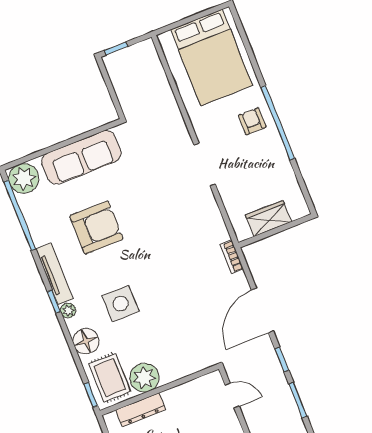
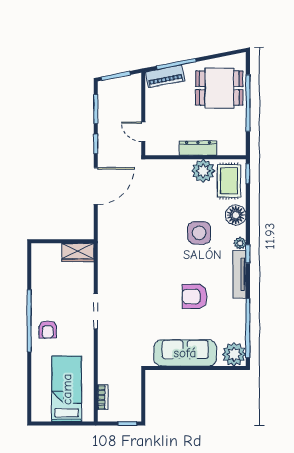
bed: (211, 57) -> (67, 389), width x0.67
wardrobe: (268, 218) -> (78, 253), moved
armchair: (96, 227) -> (195, 296), width x0.73, depth x0.73
bookcase: (232, 257) -> (103, 397), moved
dresser: (141, 410) -> (198, 148), moved

